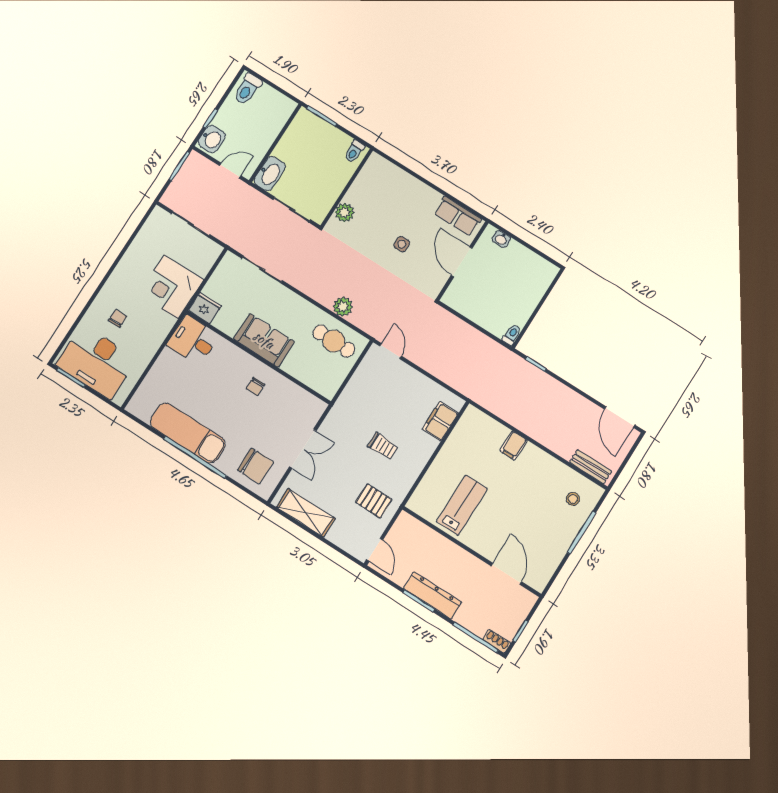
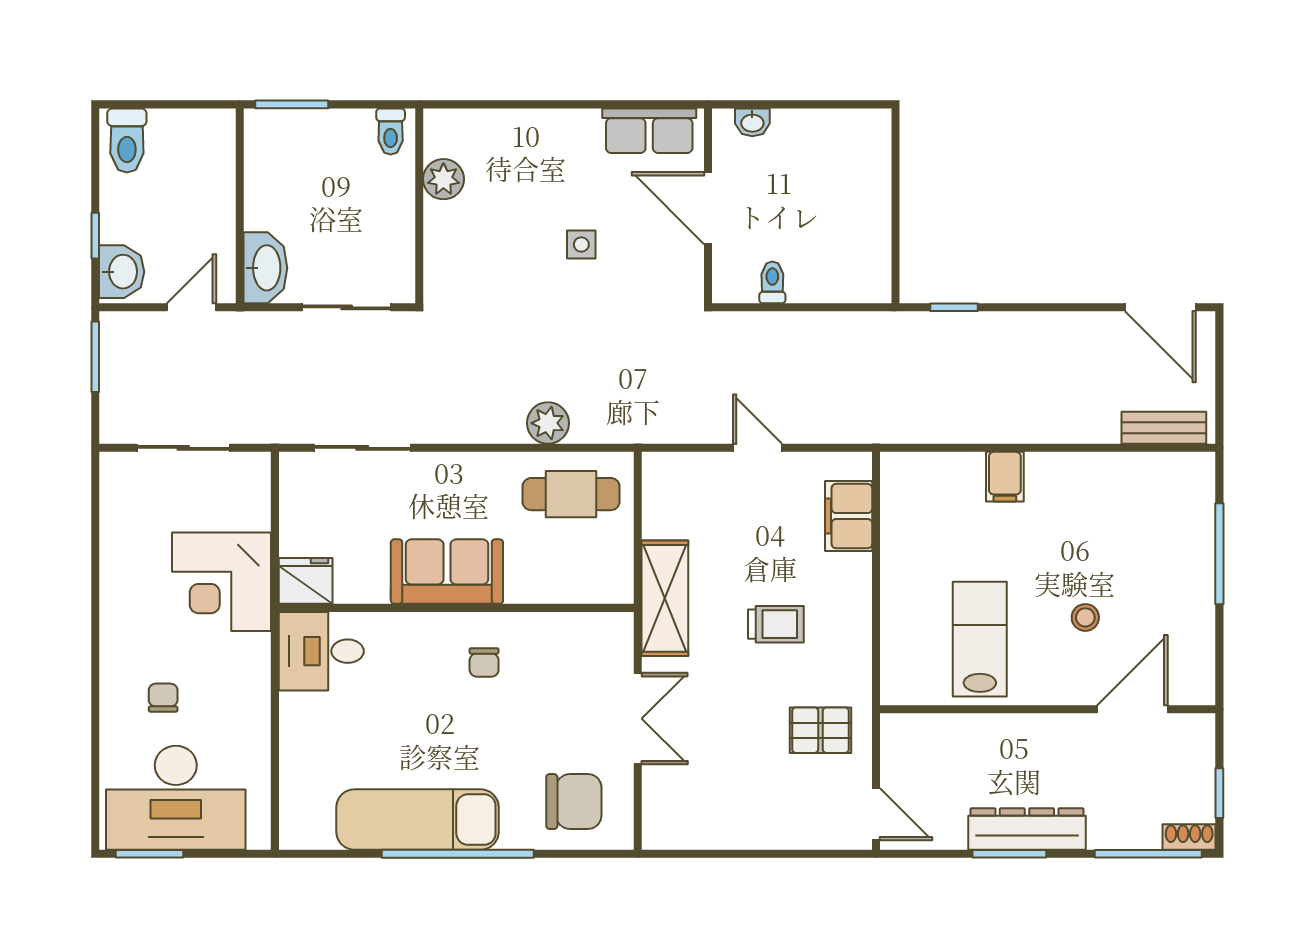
plant: (344, 213) -> (443, 179), moved
toilet: (512, 335) -> (772, 282), moved
door: (390, 351) -> (757, 448), moved
stool: (573, 499) -> (1085, 617), moved
shelving: (306, 513) -> (665, 598), moved, turned 90
door: (506, 574) -> (1132, 709), hinge flipped

